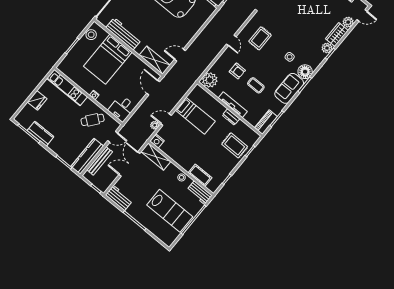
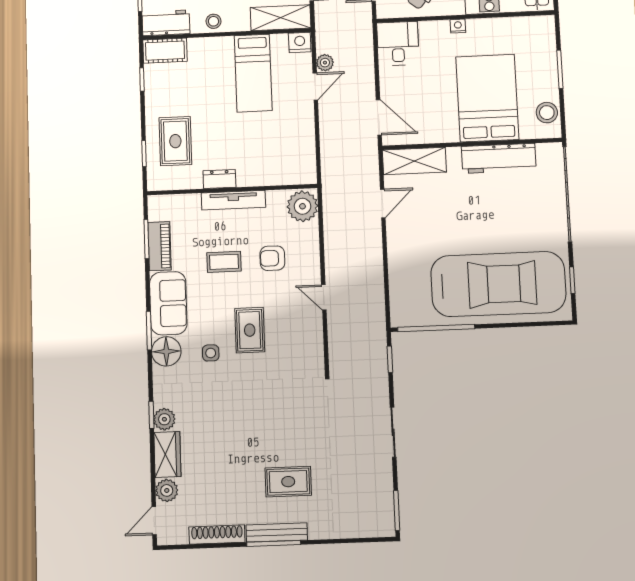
rug: (260, 38) -> (250, 330), moved
bed: (195, 116) -> (253, 73), moved, turned -90
piano: (266, 122) -> (160, 246), moved
rug: (235, 145) -> (175, 141), turned 90
cot: (200, 175) -> (165, 51), moved

